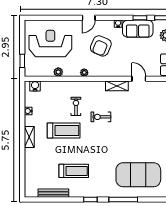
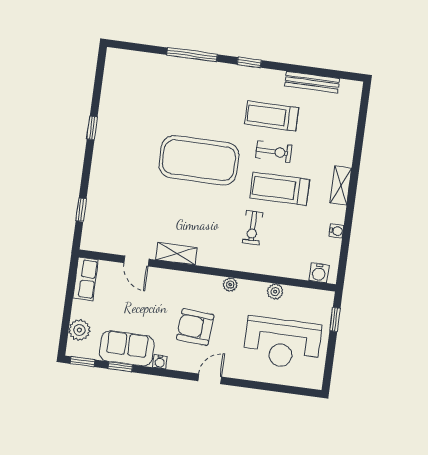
armchair: (101, 46) -> (195, 327), turned -109
exercise bike: (101, 117) -> (274, 152), moved
exercise mat: (138, 175) -> (199, 160), moved

